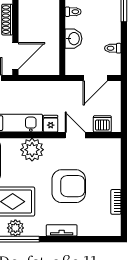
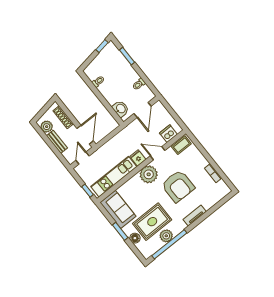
washbasin: (74, 39) -> (121, 109), moved
coffee table: (106, 147) -> (181, 145), added
plant: (32, 150) -> (149, 174), moved
armchair: (69, 186) -> (178, 186), turned 90

